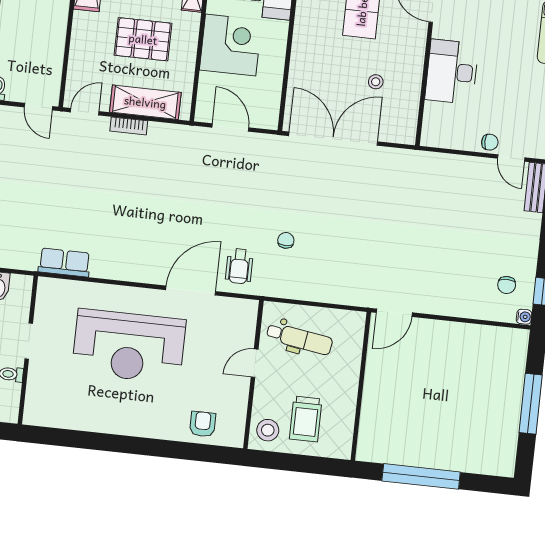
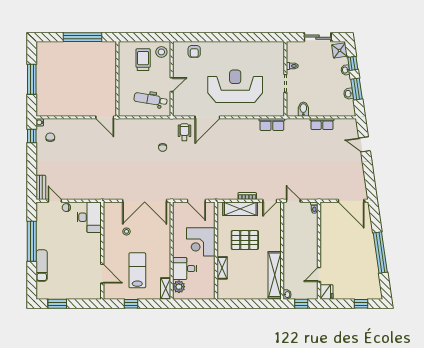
desk: (452, 72) -> (89, 217), moved
door: (394, 313) -> (105, 117), swing flipped

